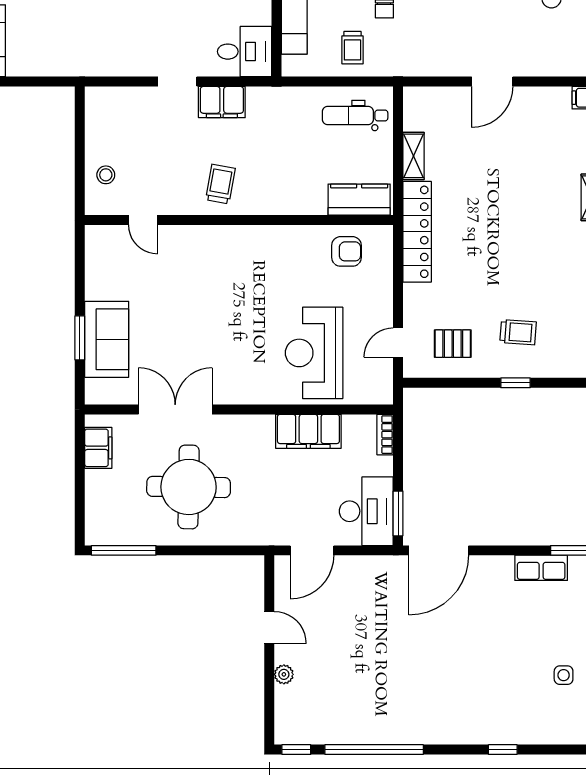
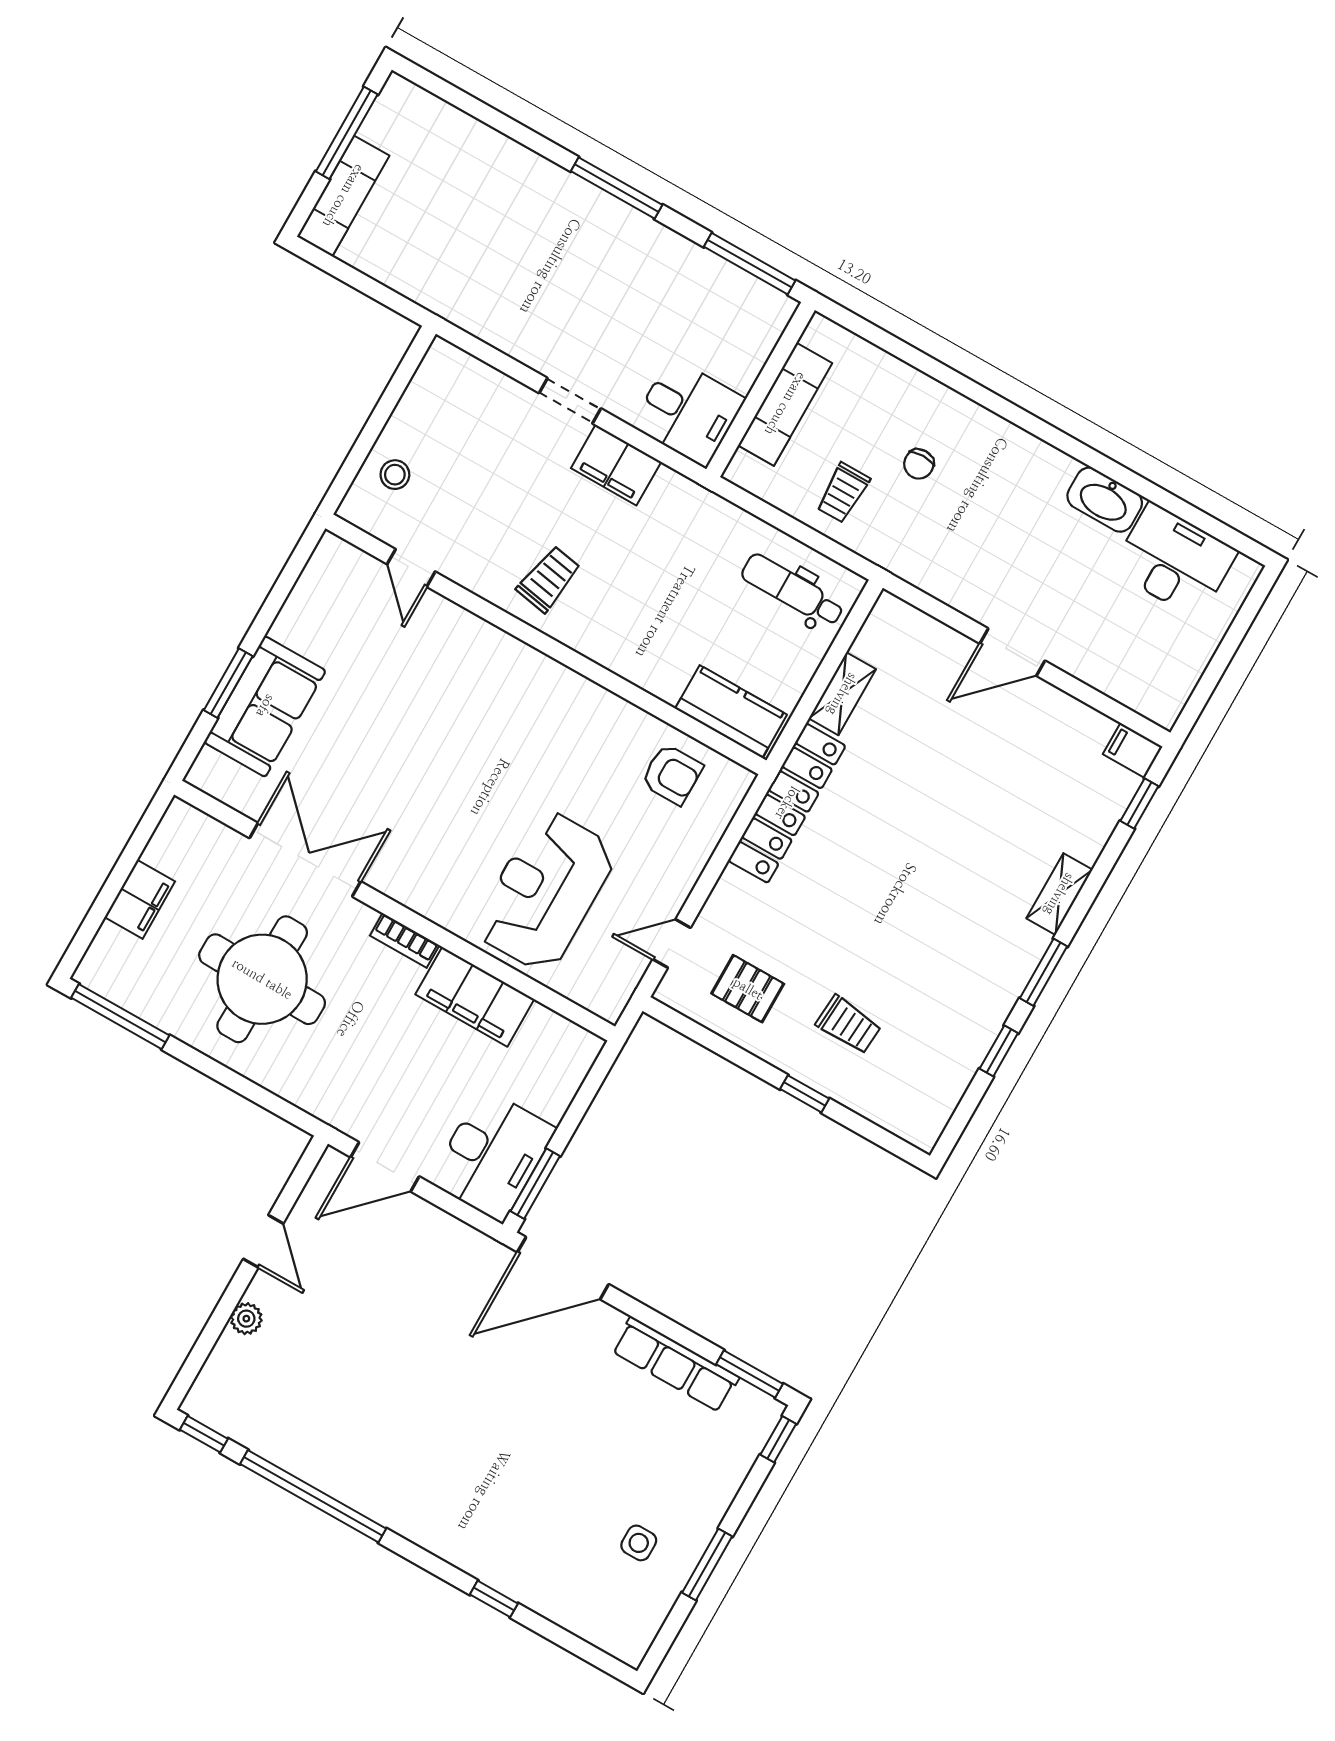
bookcase: (385, 435) -> (405, 940), moved, turned -90
filing cabinet: (98, 448) -> (140, 899), moved
row of seats: (541, 568) -> (675, 1364), width x1.48

